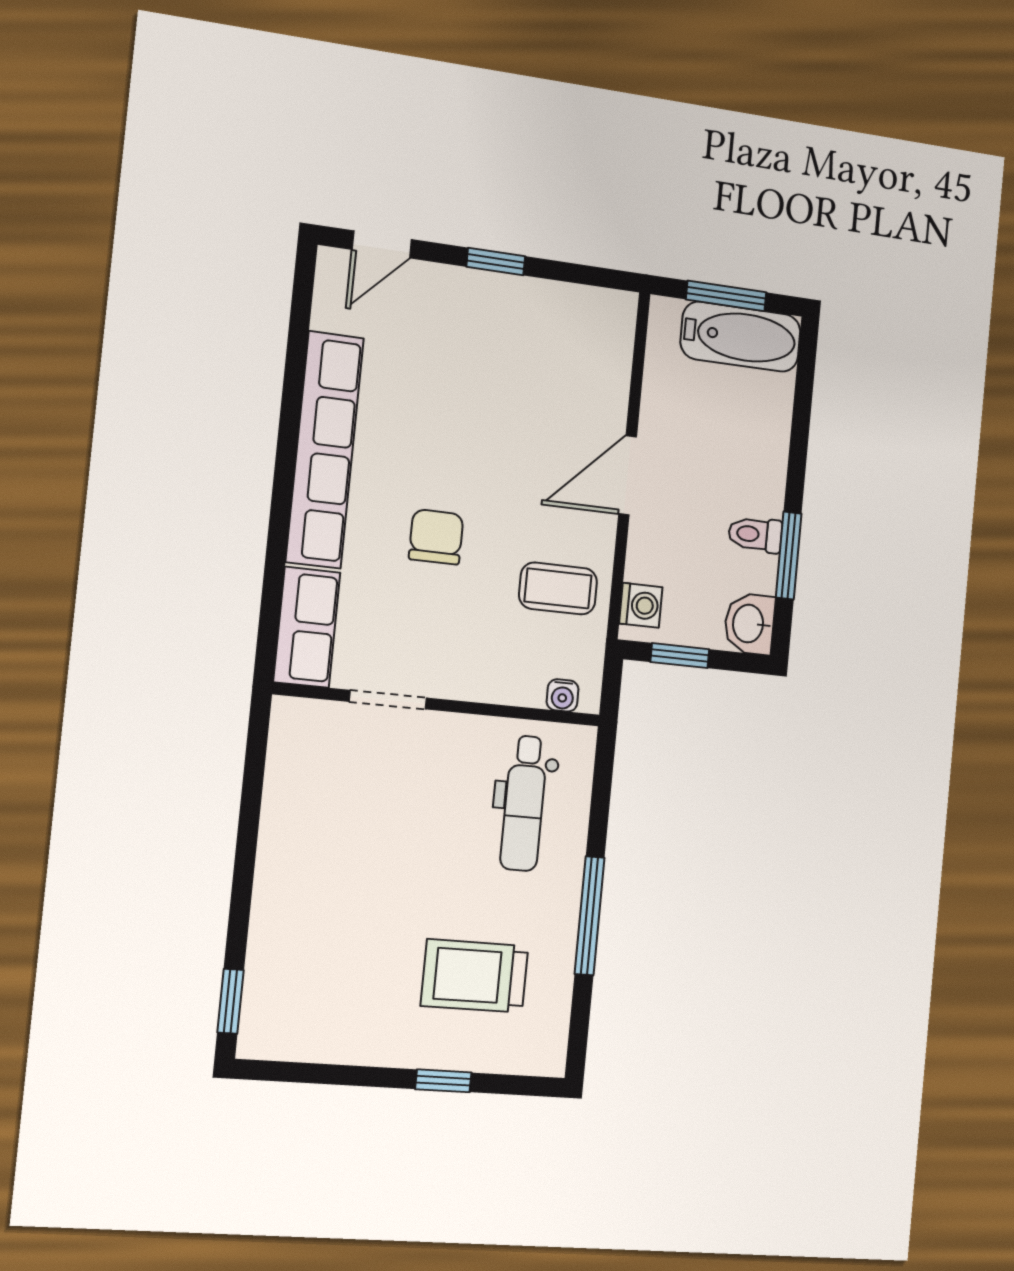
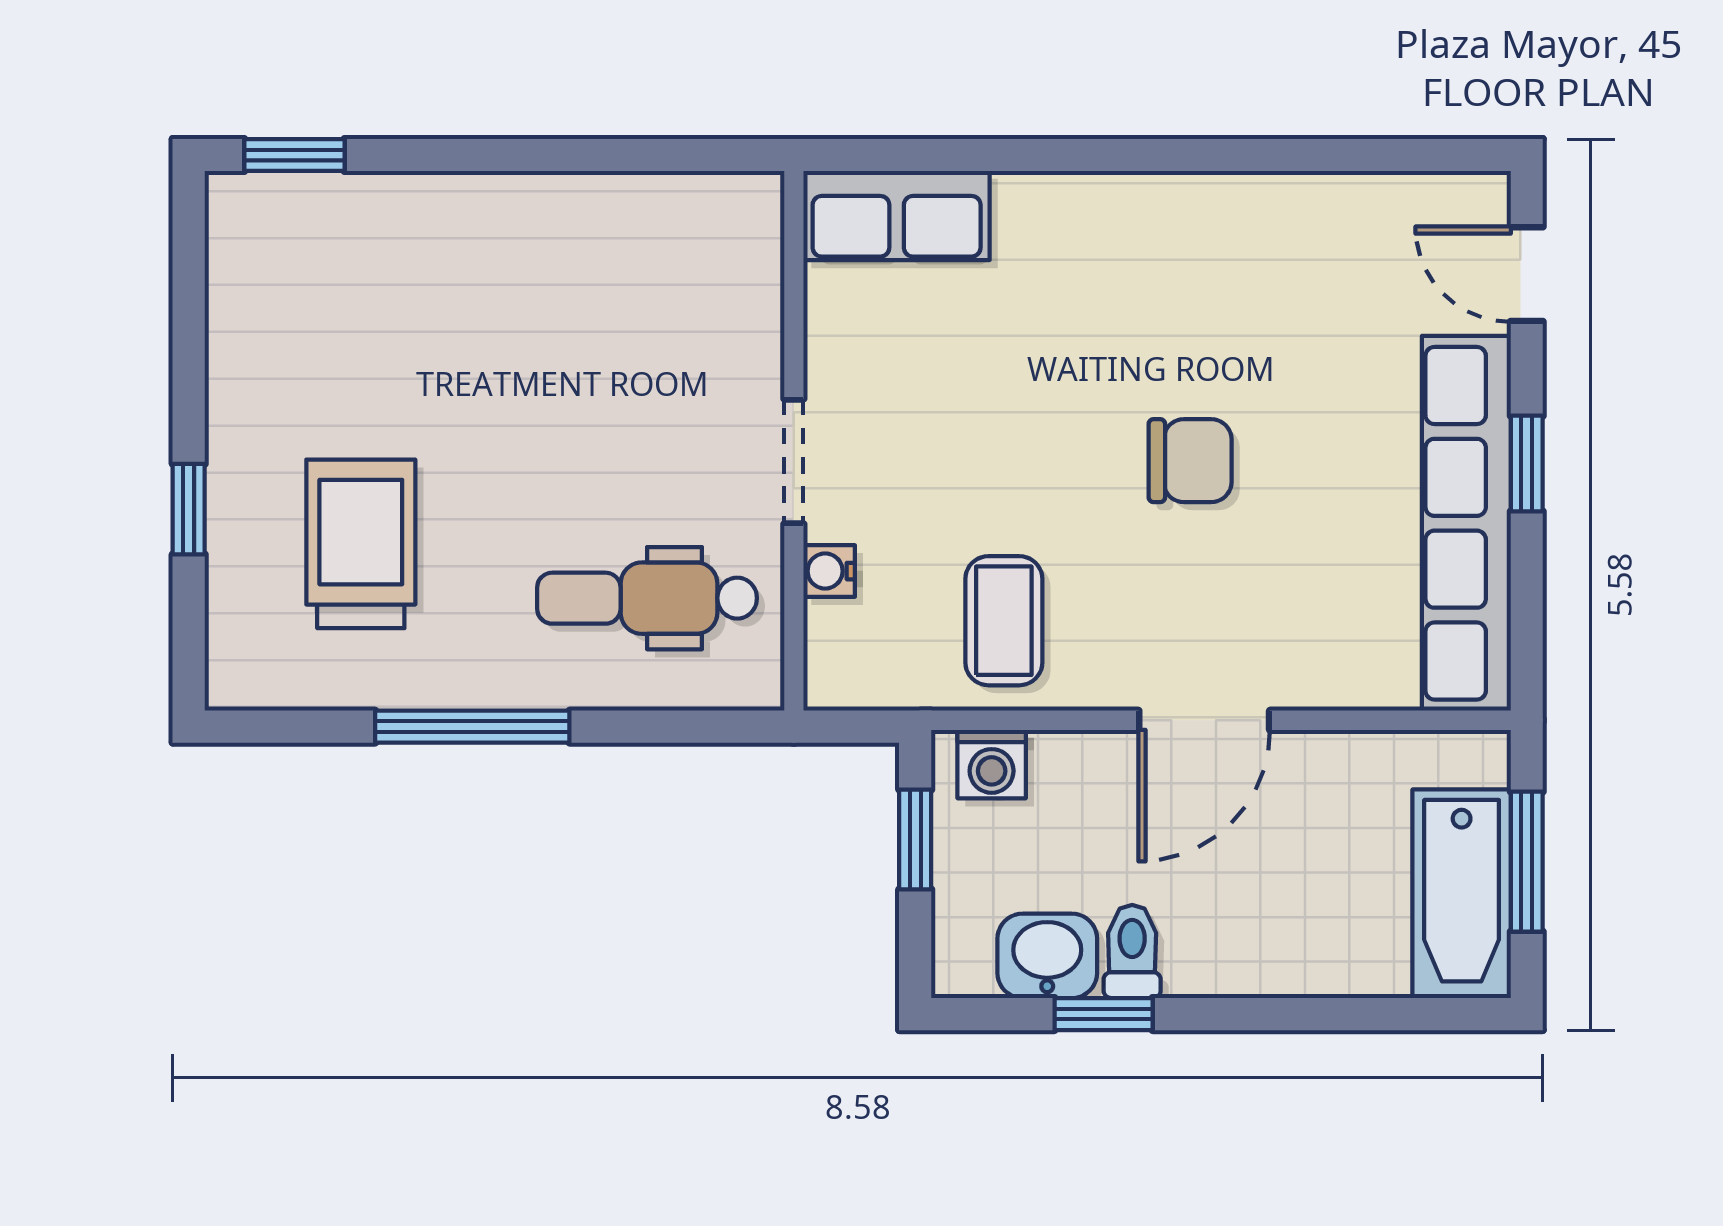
row of seats: (325, 450) -> (1466, 523), moved, turned 90
door: (628, 475) -> (1204, 720), swing flipped
chair: (436, 537) -> (1190, 461), moved
window: (789, 555) -> (1104, 1014), width x0.67
washbasin: (749, 624) -> (1047, 956), moved
water cooler: (563, 695) -> (829, 571), moved
doorway: (388, 700) -> (794, 461), moved

